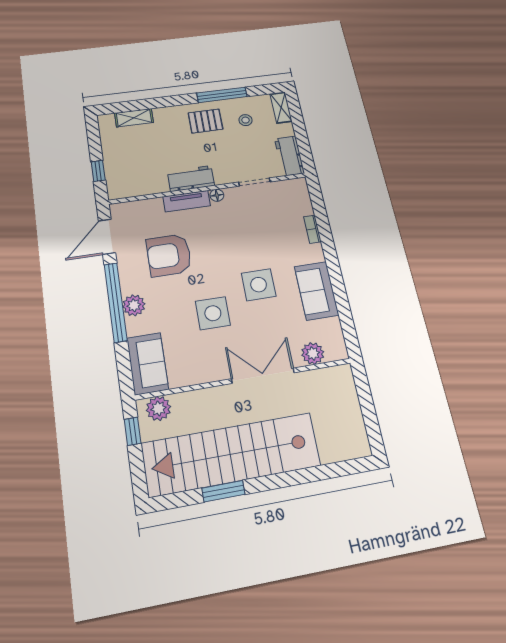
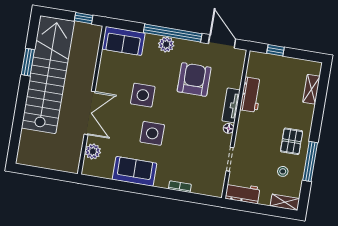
workbench: (191, 179) -> (251, 95), moved
plant: (158, 408) -> (92, 39), removed

